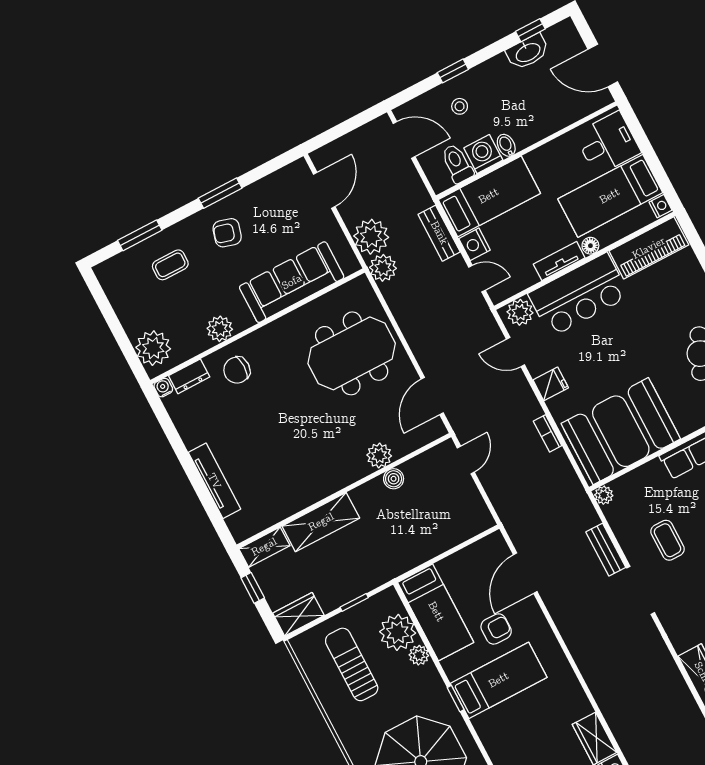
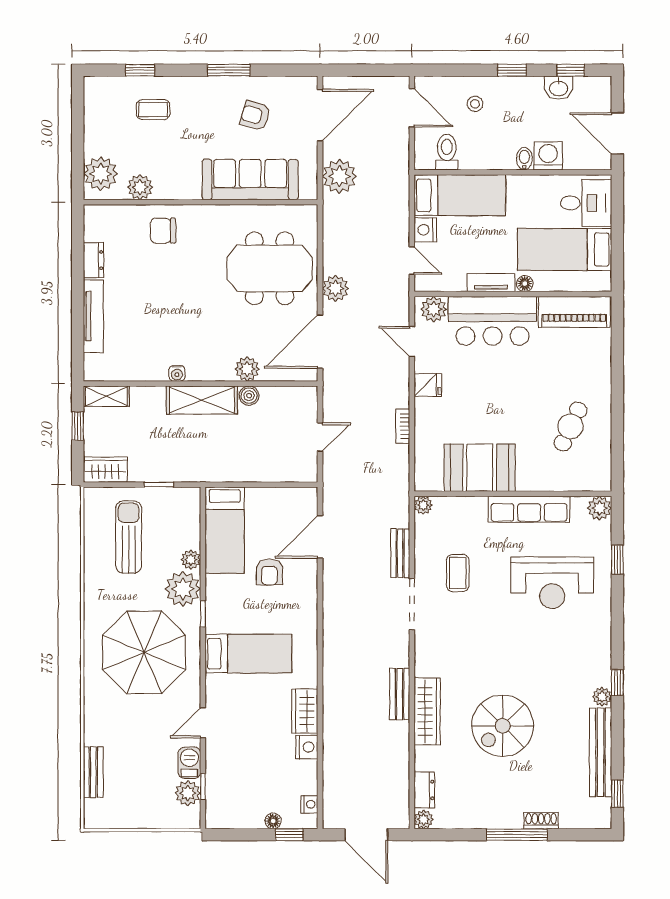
washbasin: (528, 52) -> (559, 88), width x0.72
window: (453, 71) -> (512, 70), moved
bidet: (506, 145) -> (524, 159), moved
washing machine: (483, 154) -> (548, 156), moved
door: (324, 190) -> (320, 115), width x1.36
nightstand: (661, 206) -> (603, 281), removed
armchair: (227, 233) -> (255, 116), moved
bench: (439, 233) -> (400, 694), moved
window: (140, 235) -> (140, 70), width x0.67
plant: (383, 268) -> (336, 288), moved
plant: (220, 329) -> (140, 187), moved
dresser: (189, 376) -> (93, 260), moved, turned -90
water cooler: (163, 388) -> (177, 373), moved, turned 180
door: (432, 396) -> (320, 342), width x1.36
booth: (621, 431) -> (480, 468), width x0.73, depth x0.70
door: (466, 460) -> (320, 437), moved
shelving: (321, 522) -> (202, 400), moved
armchair: (496, 629) -> (269, 572), turned 90
plant: (398, 632) -> (183, 589), moved
bed: (499, 680) -> (248, 654), moved

